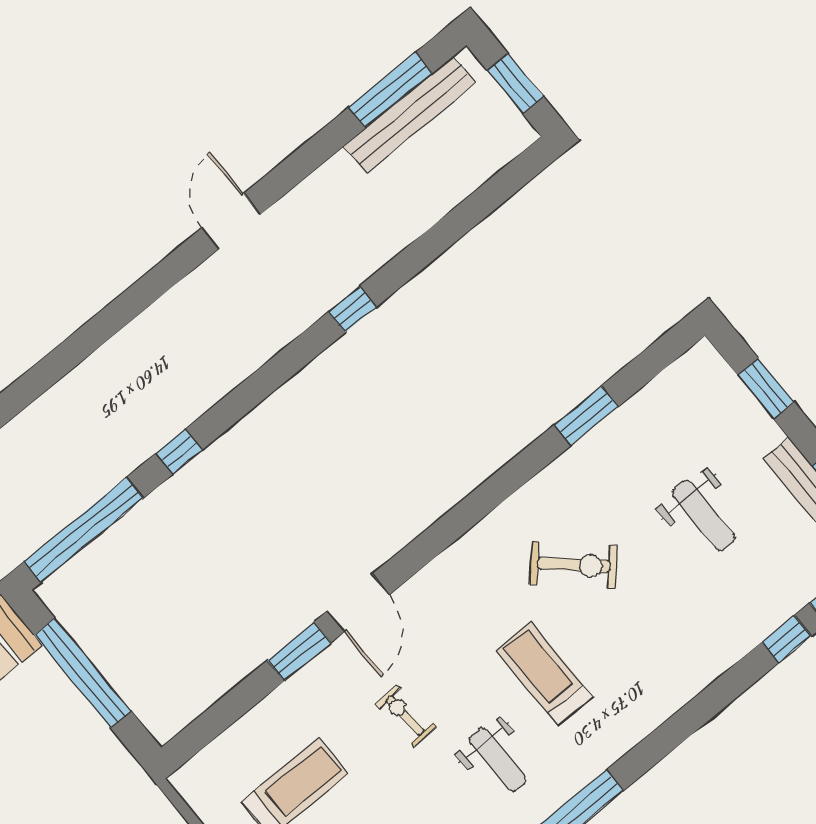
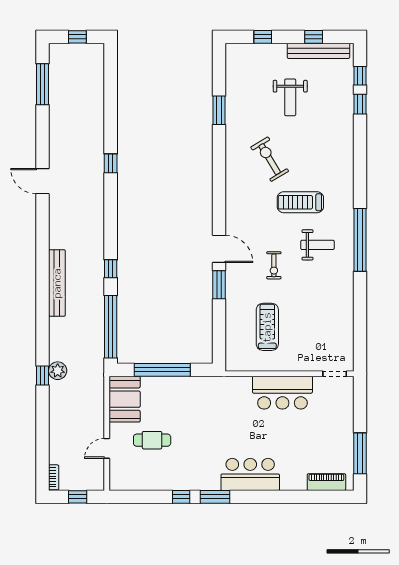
window: (515, 84) -> (77, 37), width x0.67
bench: (409, 115) -> (57, 283), moved
window: (766, 388) -> (263, 37), width x0.67
weight bench: (703, 515) -> (290, 97), turned 90
exercise bike: (574, 565) -> (270, 159), turned -73
exercise bike: (405, 715) -> (274, 265), turned -86

